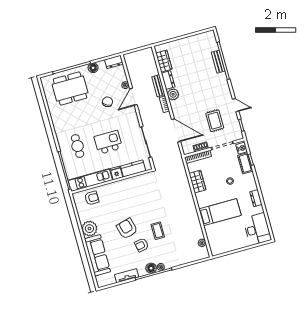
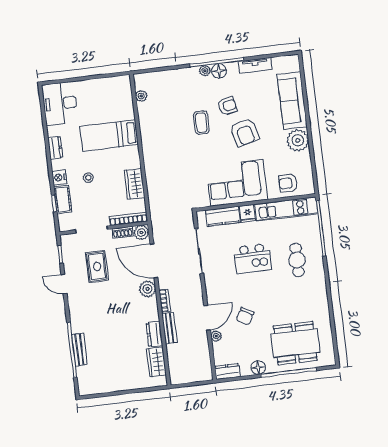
plant: (173, 94) -> (147, 289), moved
nightstand: (242, 148) -> (59, 177), moved
plant: (188, 149) -> (141, 233), added
corner sofa: (127, 193) -> (237, 183), added

